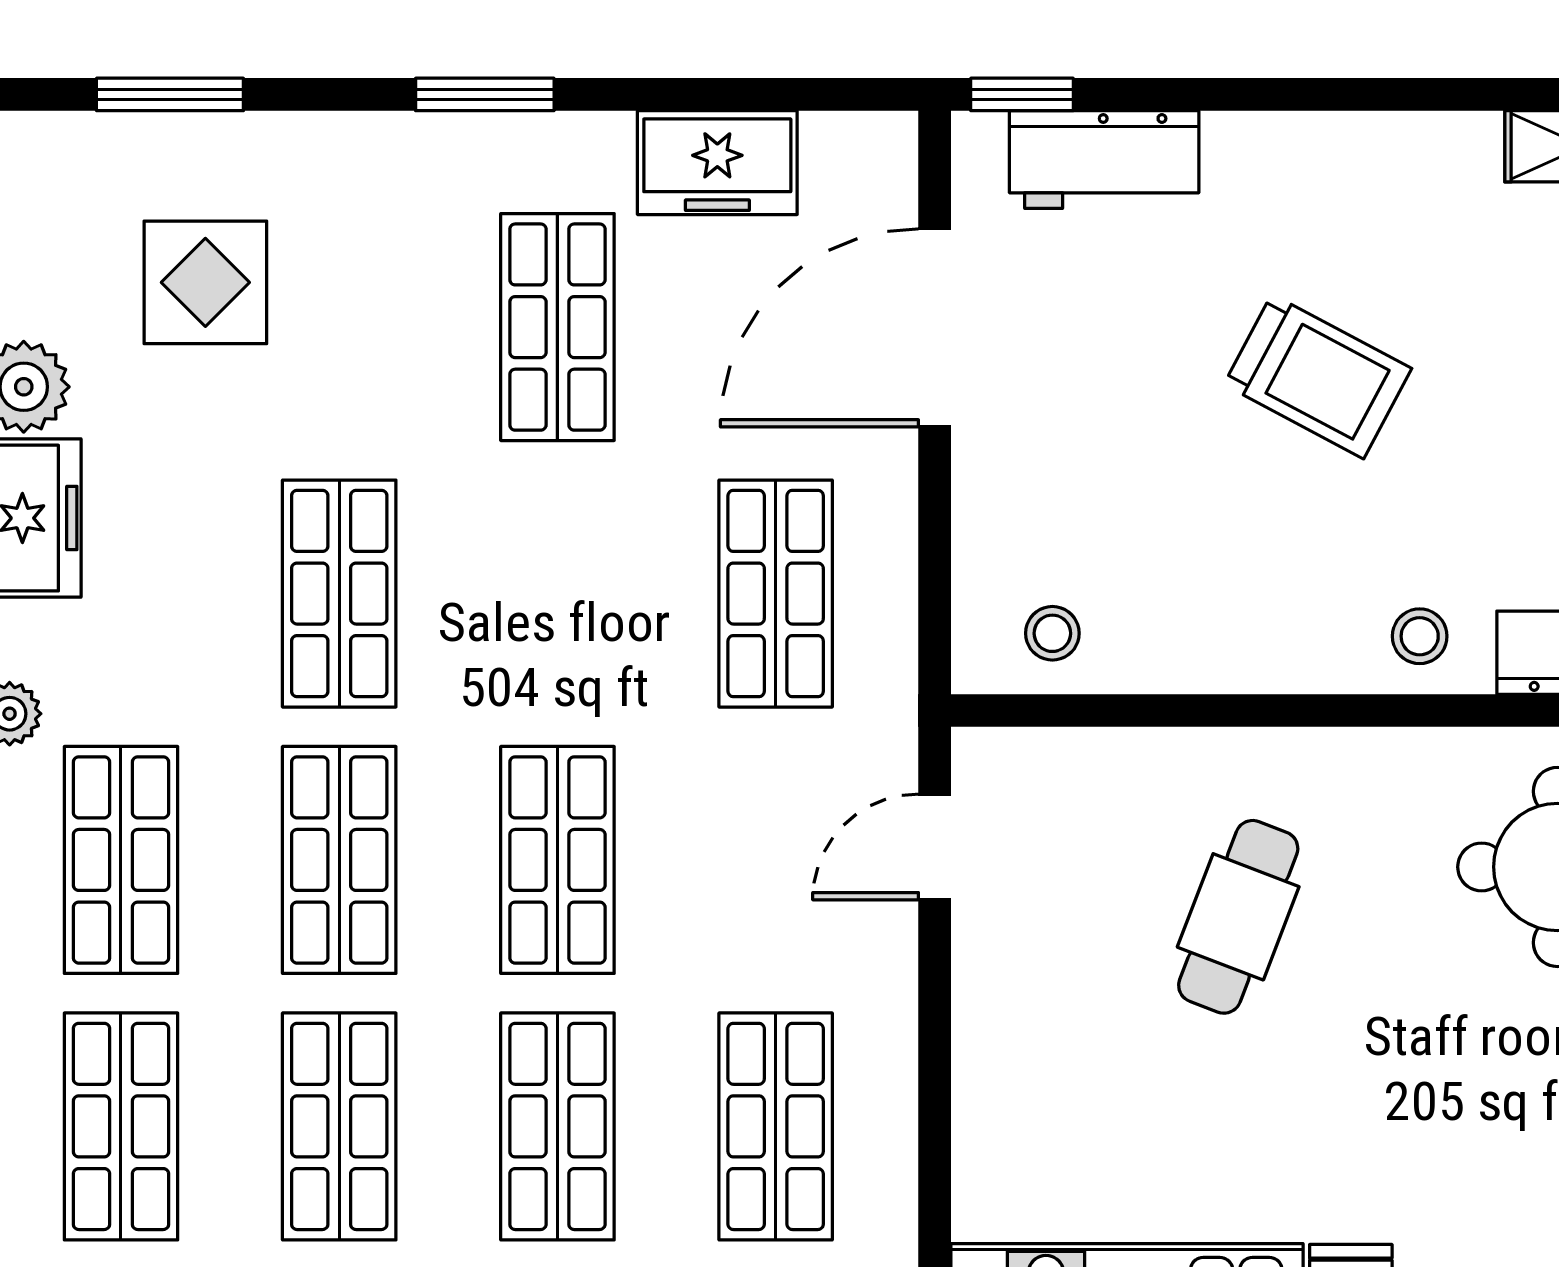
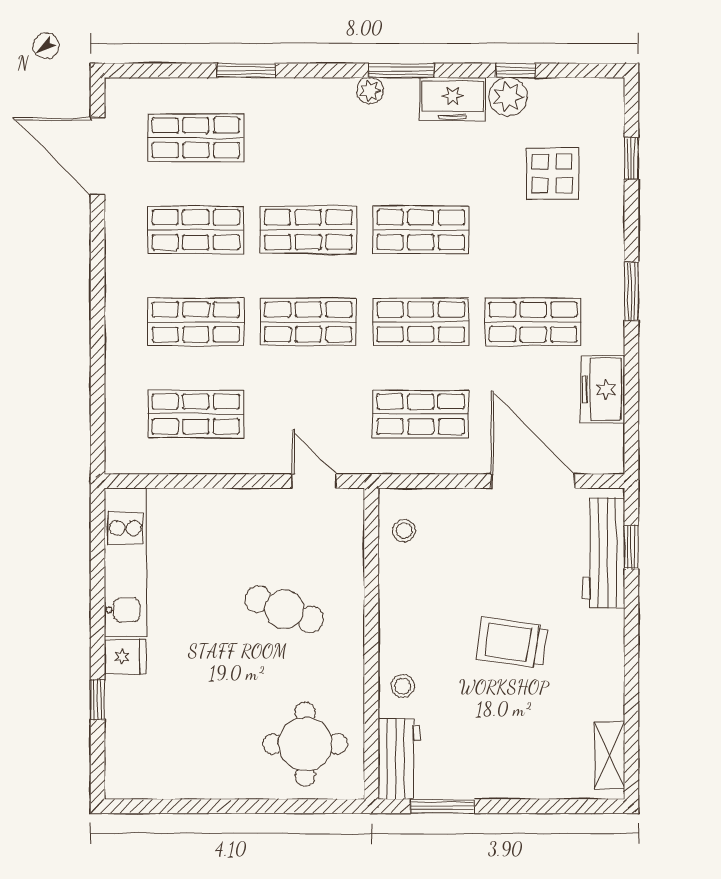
window: (170, 94) -> (631, 158), width x0.67
window: (1022, 94) -> (631, 547), moved
workbench: (1104, 160) -> (604, 553), width x1.38
trolley: (1318, 376) -> (512, 643), turned 70
shop shelf: (121, 860) -> (421, 322), moved

